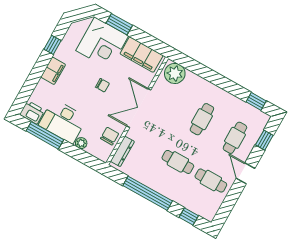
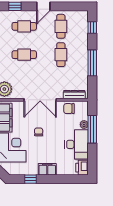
window: (45, 135) -> (92, 129), moved
window: (148, 193) -> (92, 63), width x0.68

